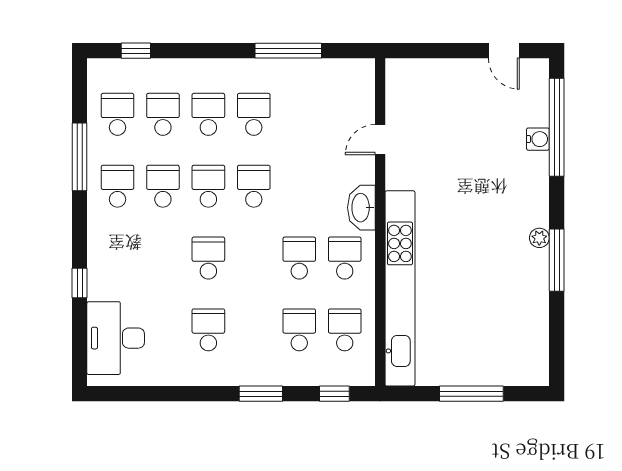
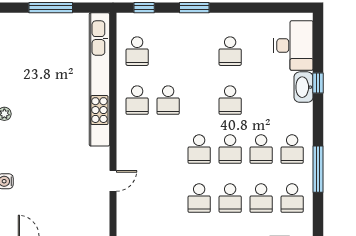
washbasin: (361, 208) -> (304, 87), moved, turned 180
school desk: (299, 330) -> (168, 51), removed

